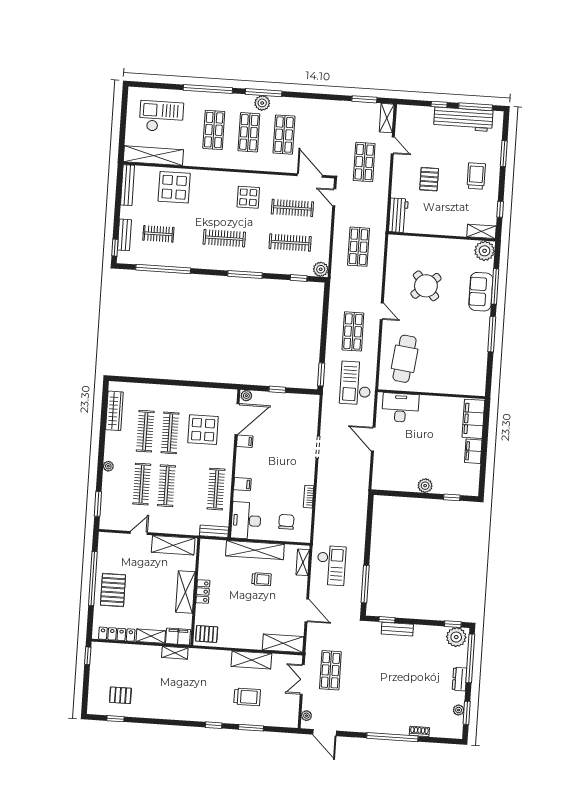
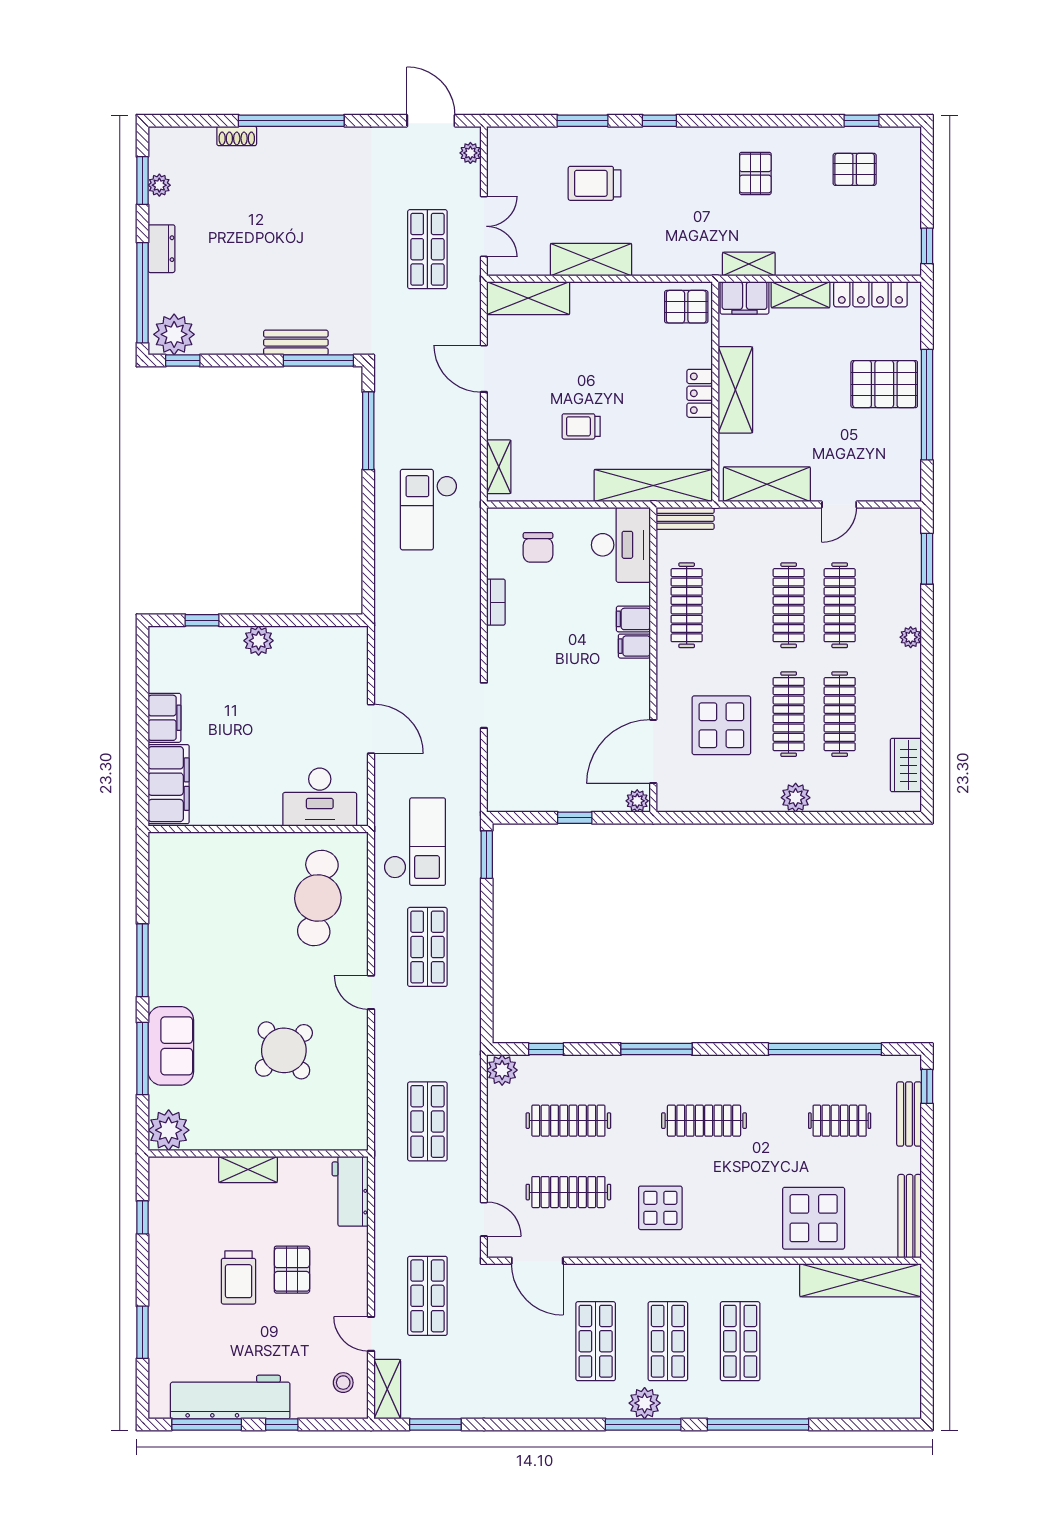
checkout: (161, 117) -> (850, 1361), removed
stool: (408, 123) -> (343, 1383), added
trolley: (476, 176) -> (239, 1277), moved
shelving: (482, 231) -> (248, 1170), moved
plant: (169, 392) -> (796, 798), added
wardrobe: (114, 411) -> (906, 765), width x0.67
filing cabinet: (245, 441) -> (634, 646), moved
shelving: (255, 550) -> (653, 485), moved
checkout: (331, 565) -> (429, 510), moved
pallet: (113, 590) -> (884, 384), turned 90
window: (387, 620) -> (318, 361), width x2.17
pallet: (169, 696) -> (755, 173), added

